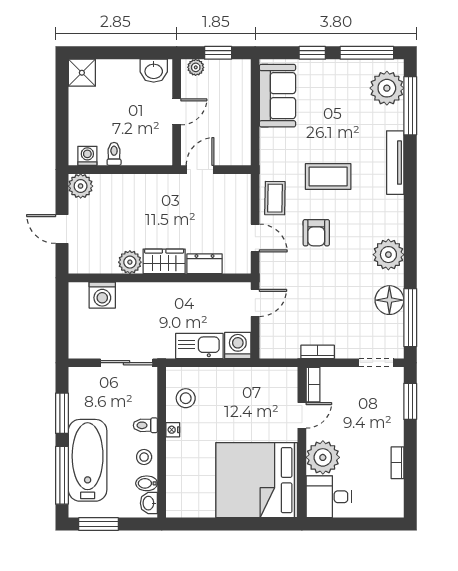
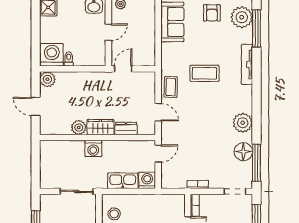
washing machine: (87, 156) -> (52, 55), width x1.89, depth x1.89
armchair: (316, 233) -> (212, 13), moved
washing machine: (102, 295) -> (93, 148), moved

